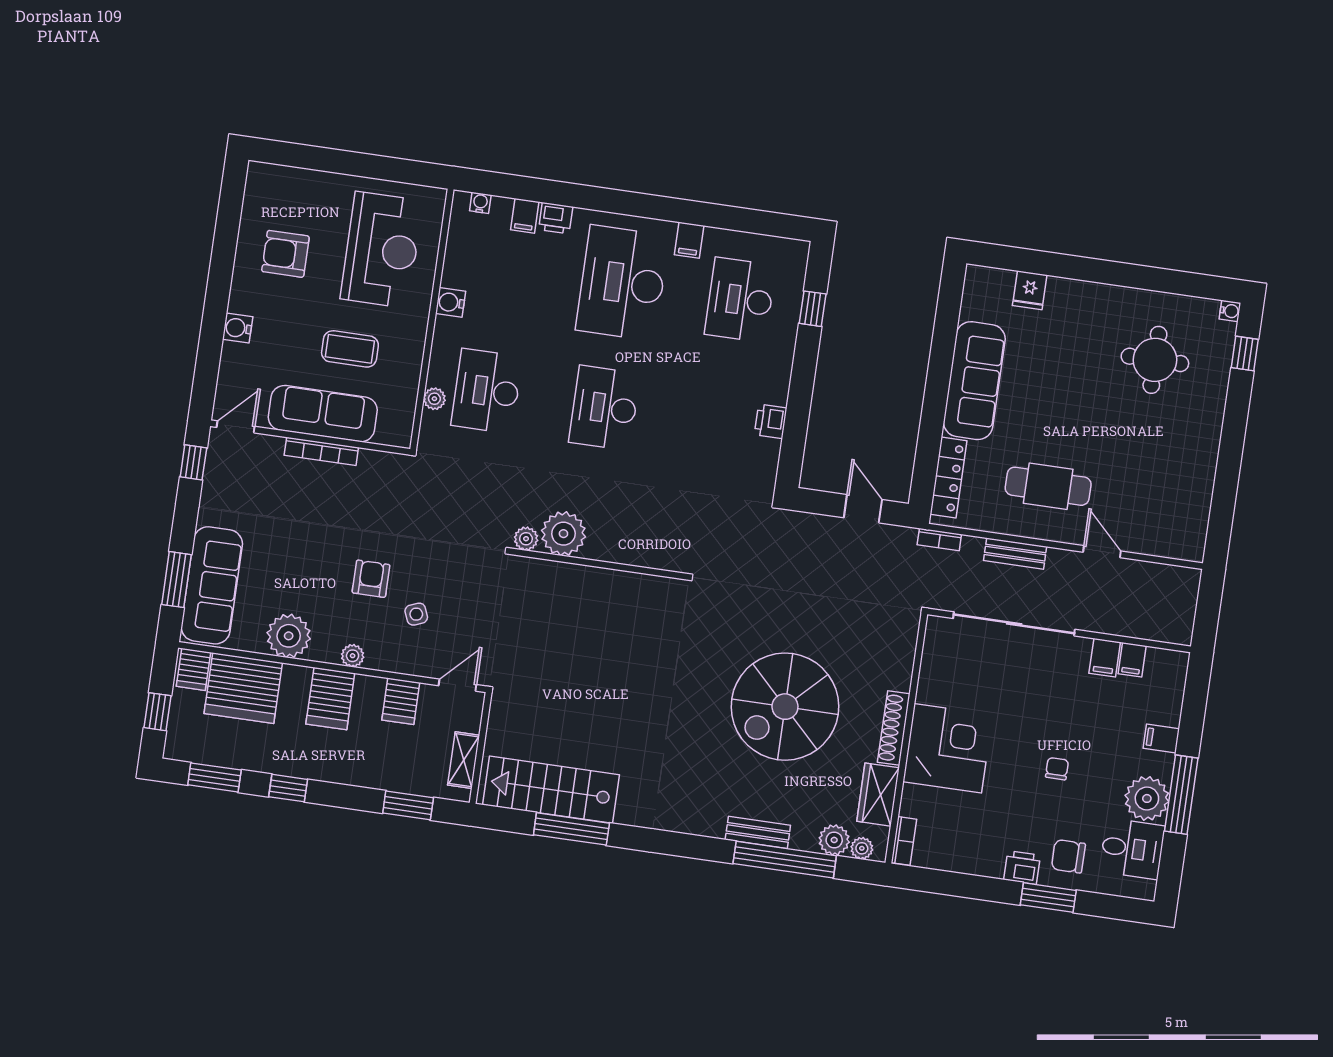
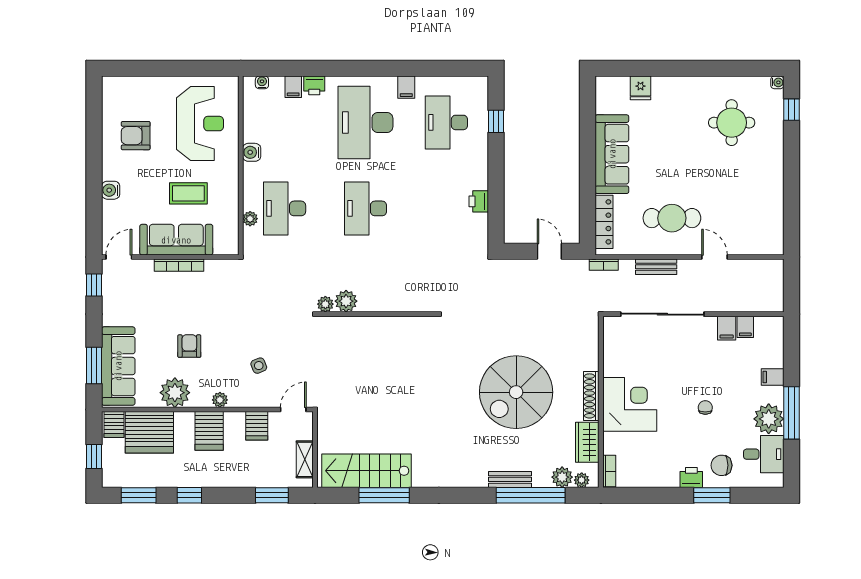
plant: (563, 534) -> (346, 301), width x0.73, depth x0.73
armchair: (371, 579) -> (189, 346), moved

